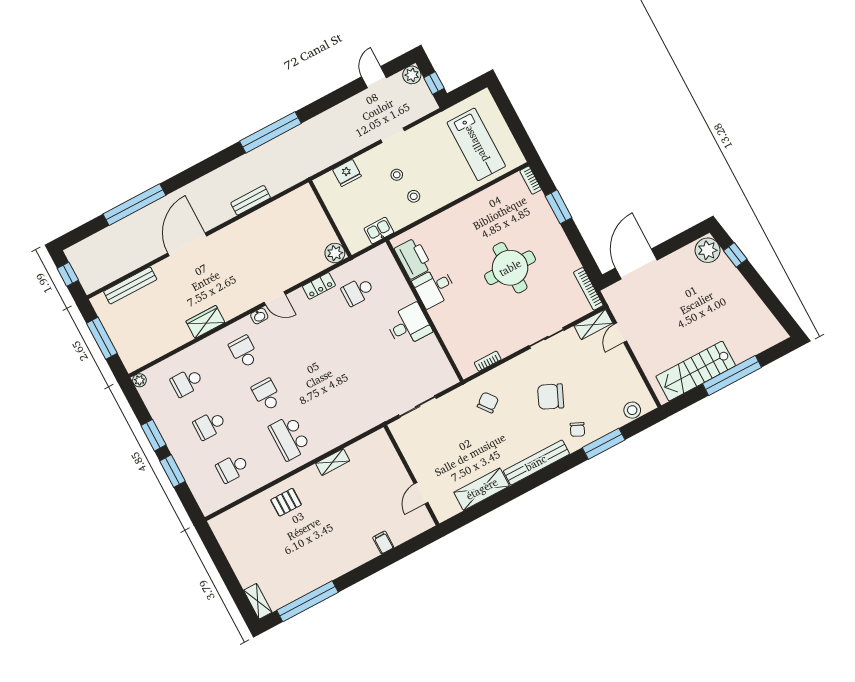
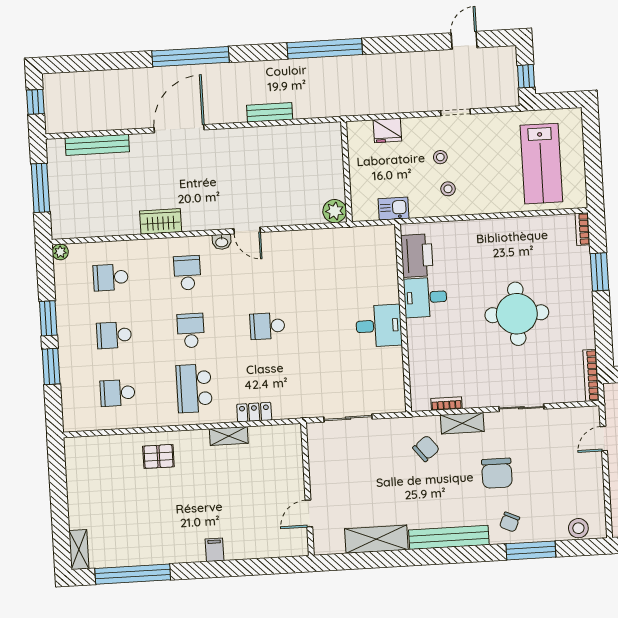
plant: (412, 75) -> (506, 57), removed
window: (134, 205) -> (190, 57), moved
locker: (319, 286) -> (254, 412), moved, turned 180
school desk: (358, 291) -> (267, 326), moved
shelving: (593, 324) -> (462, 423), moved
chair: (551, 397) -> (497, 473), turned -114
filing cabinet: (383, 542) -> (214, 550), moved

